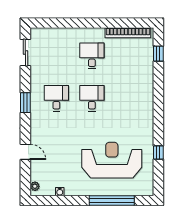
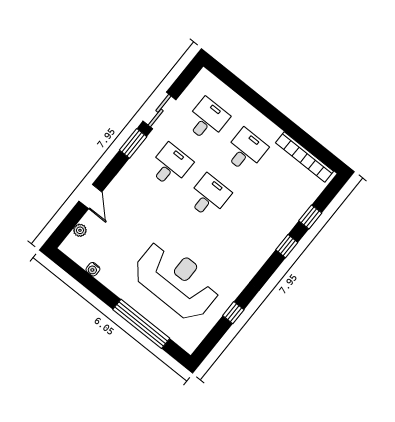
sliding door: (25, 52) -> (159, 111), moved
window: (158, 54) -> (310, 217), moved
desk: (56, 56) -> (207, 120), added
window: (158, 91) -> (287, 246), added
plant: (35, 186) -> (80, 230), moved

